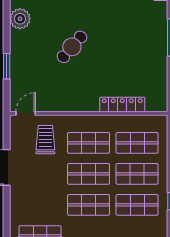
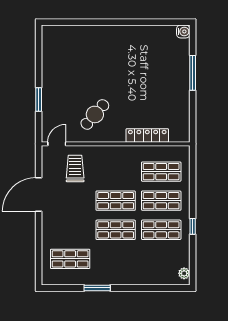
plant: (20, 19) -> (51, 55), removed
cafe table: (72, 47) -> (95, 114), moved
shop shelf: (89, 143) -> (116, 172), removed

